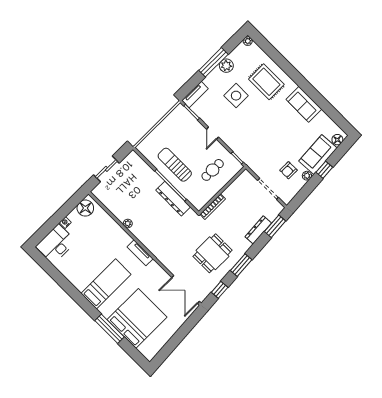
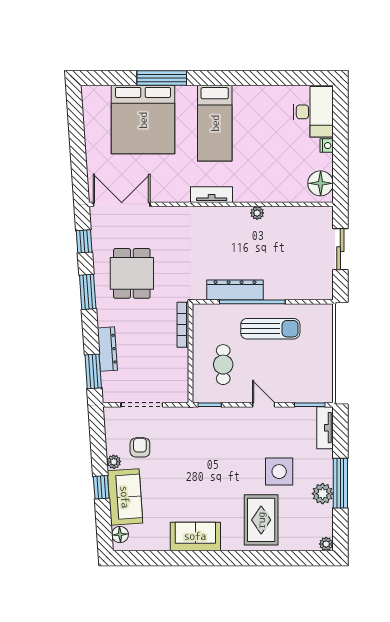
rug: (266, 82) -> (261, 520), turned 90

